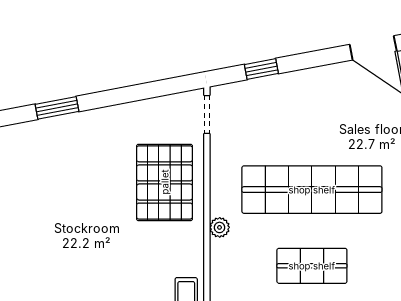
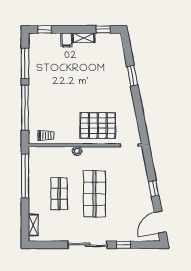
window: (261, 69) -> (154, 188), moved
shop shelf: (312, 190) -> (94, 194), width x0.71

